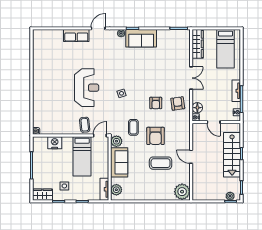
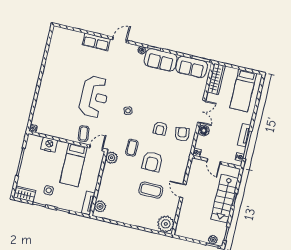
floor lamp: (197, 108) -> (204, 131), moved
sofa: (119, 162) -> (192, 67), moved, turned 90

